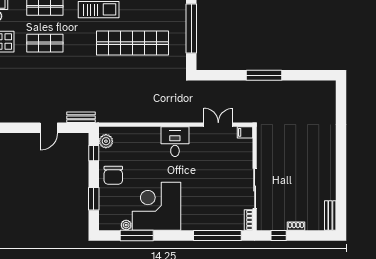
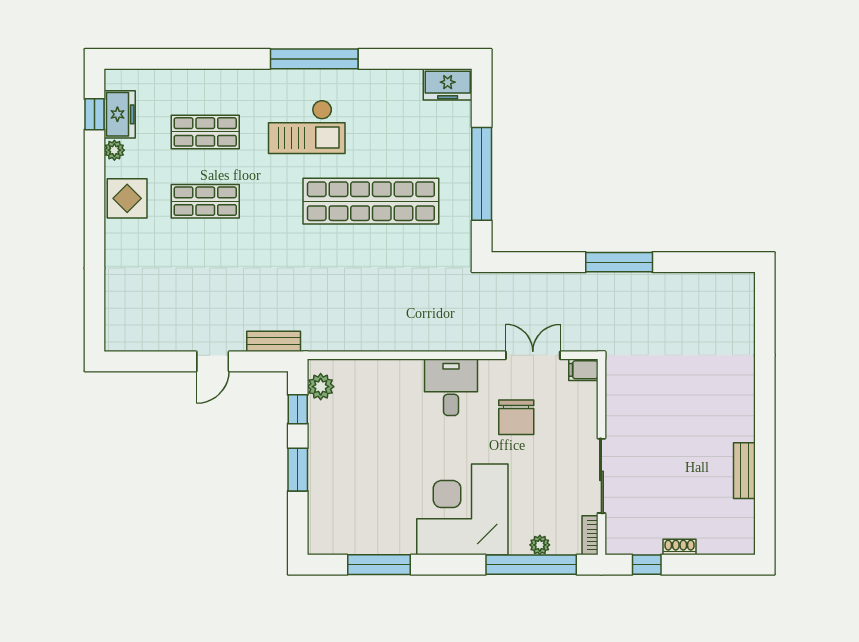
chair: (113, 175) -> (516, 417), moved
window: (94, 199) -> (298, 470), moved
corner desk: (157, 206) -> (462, 509), moved
bench: (330, 215) -> (744, 471), moved
plant: (126, 225) -> (540, 545), moved

